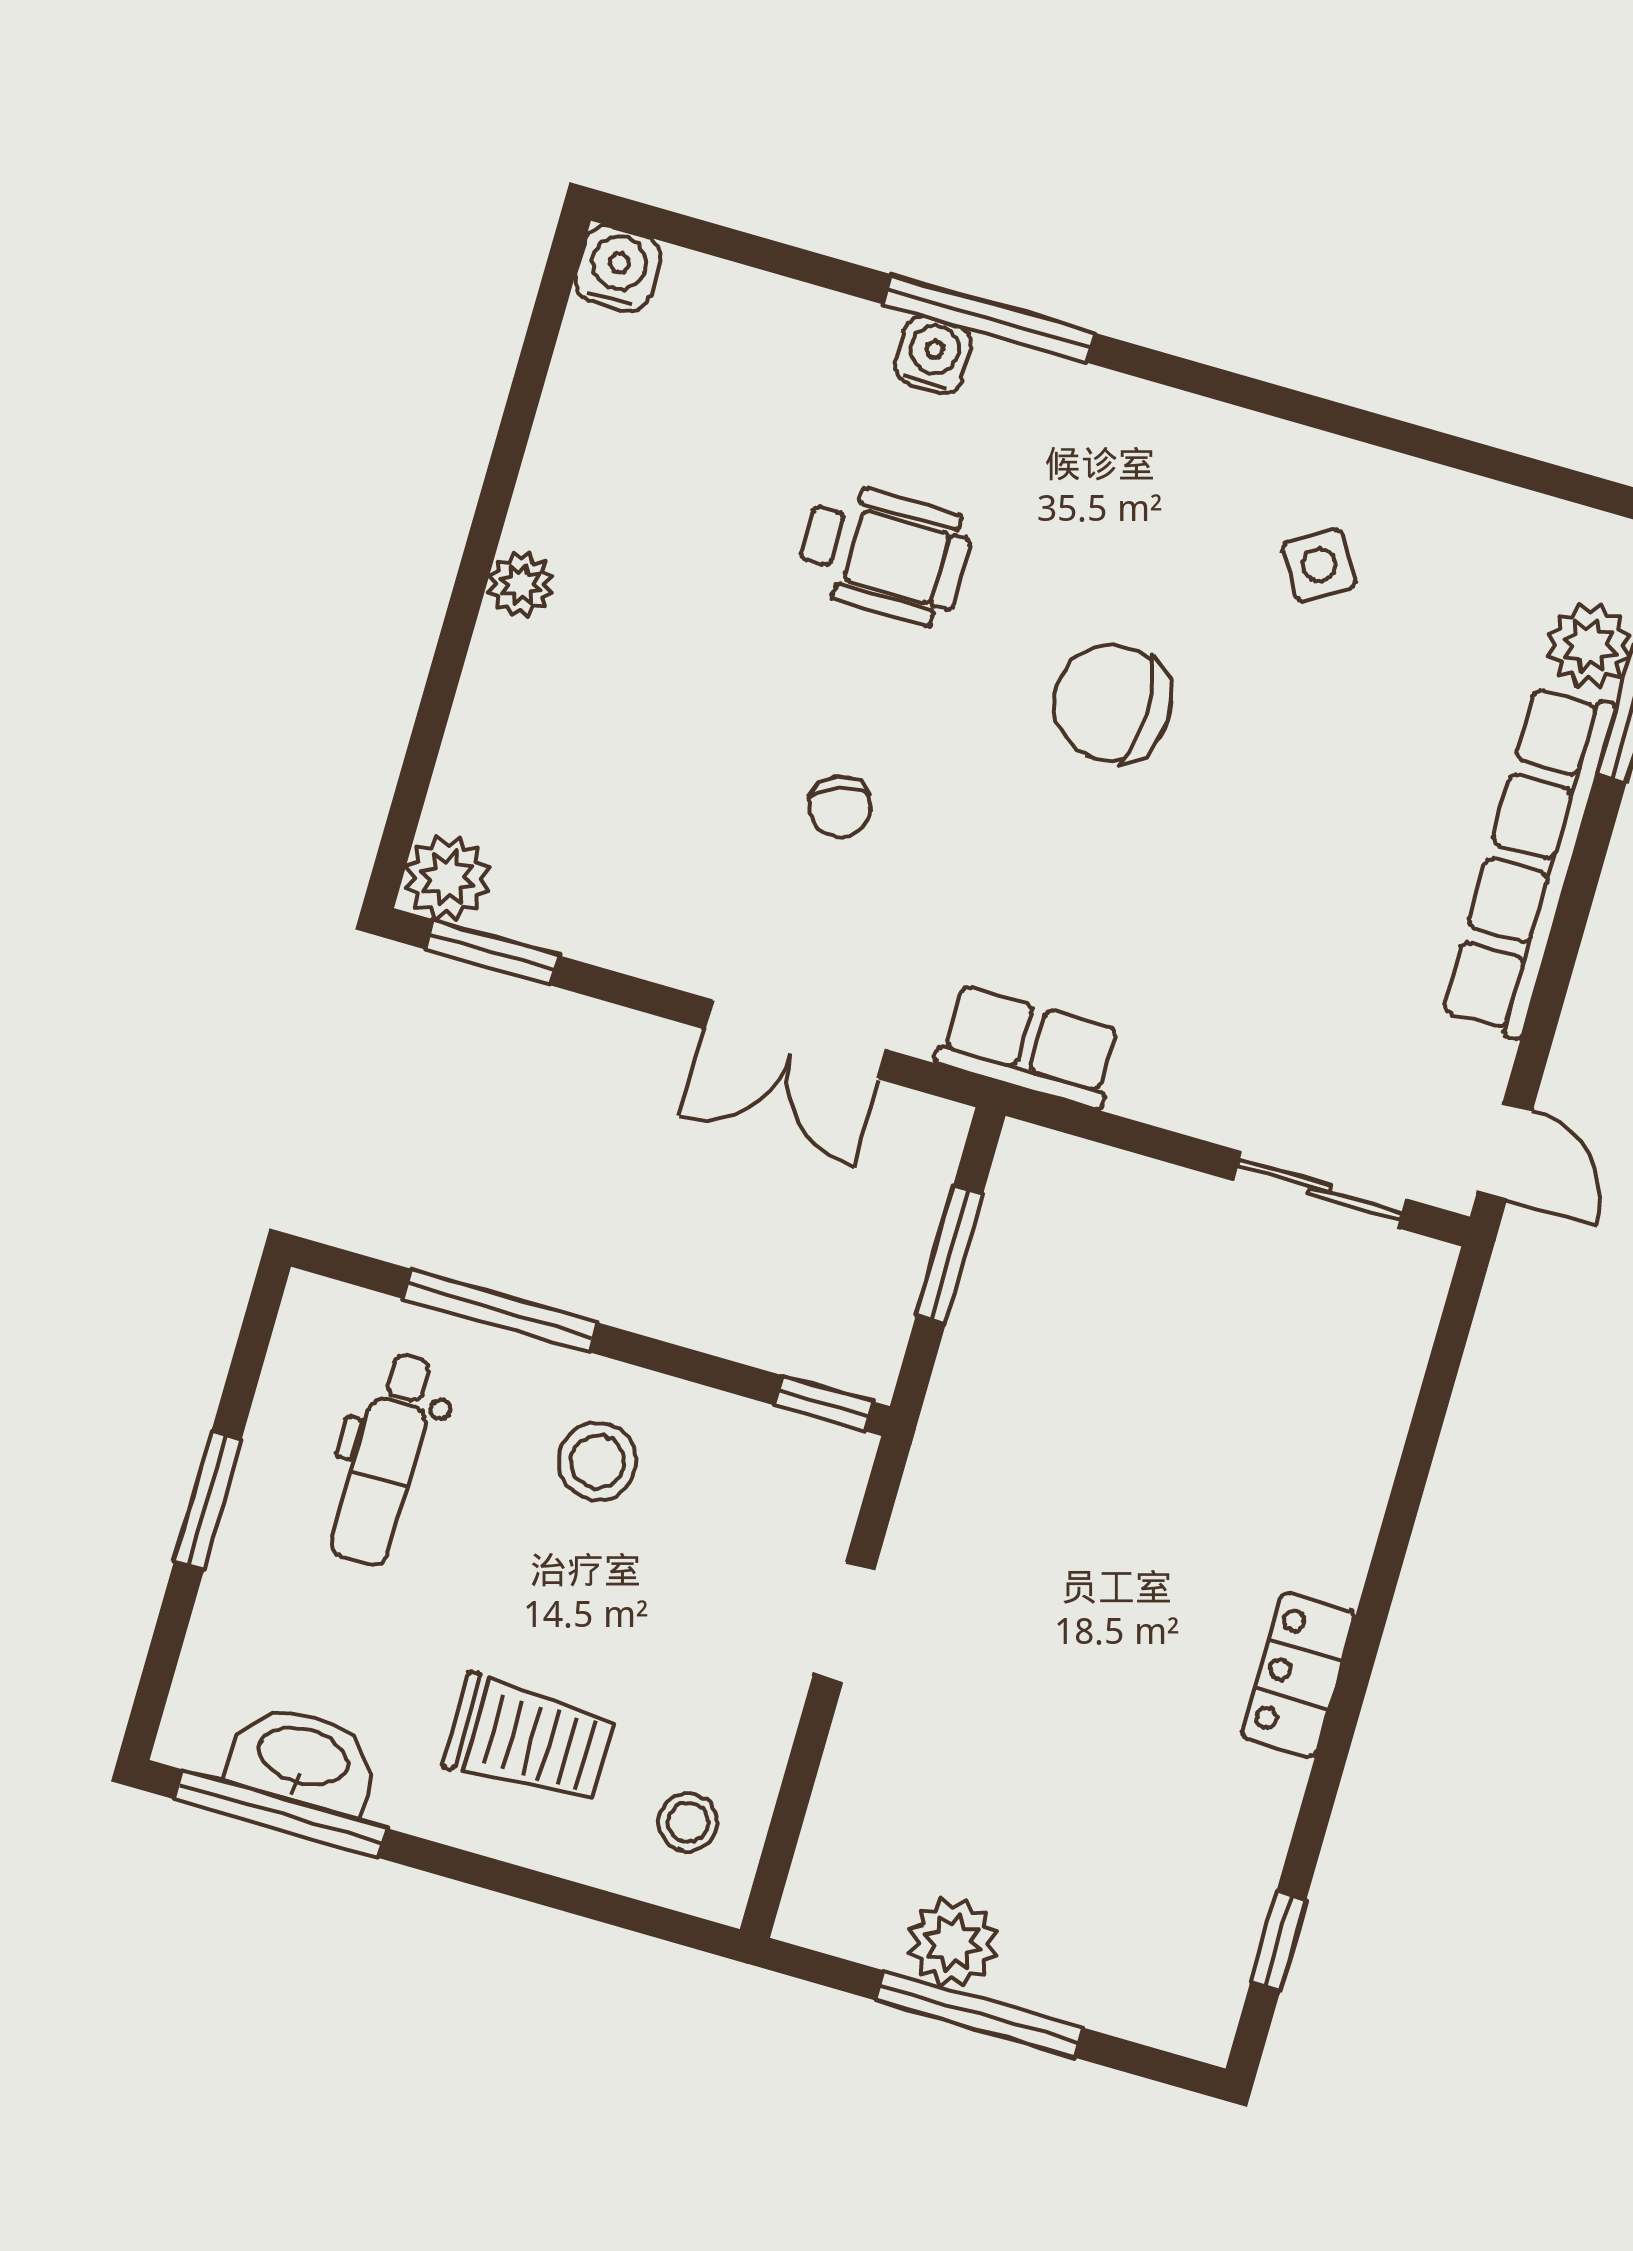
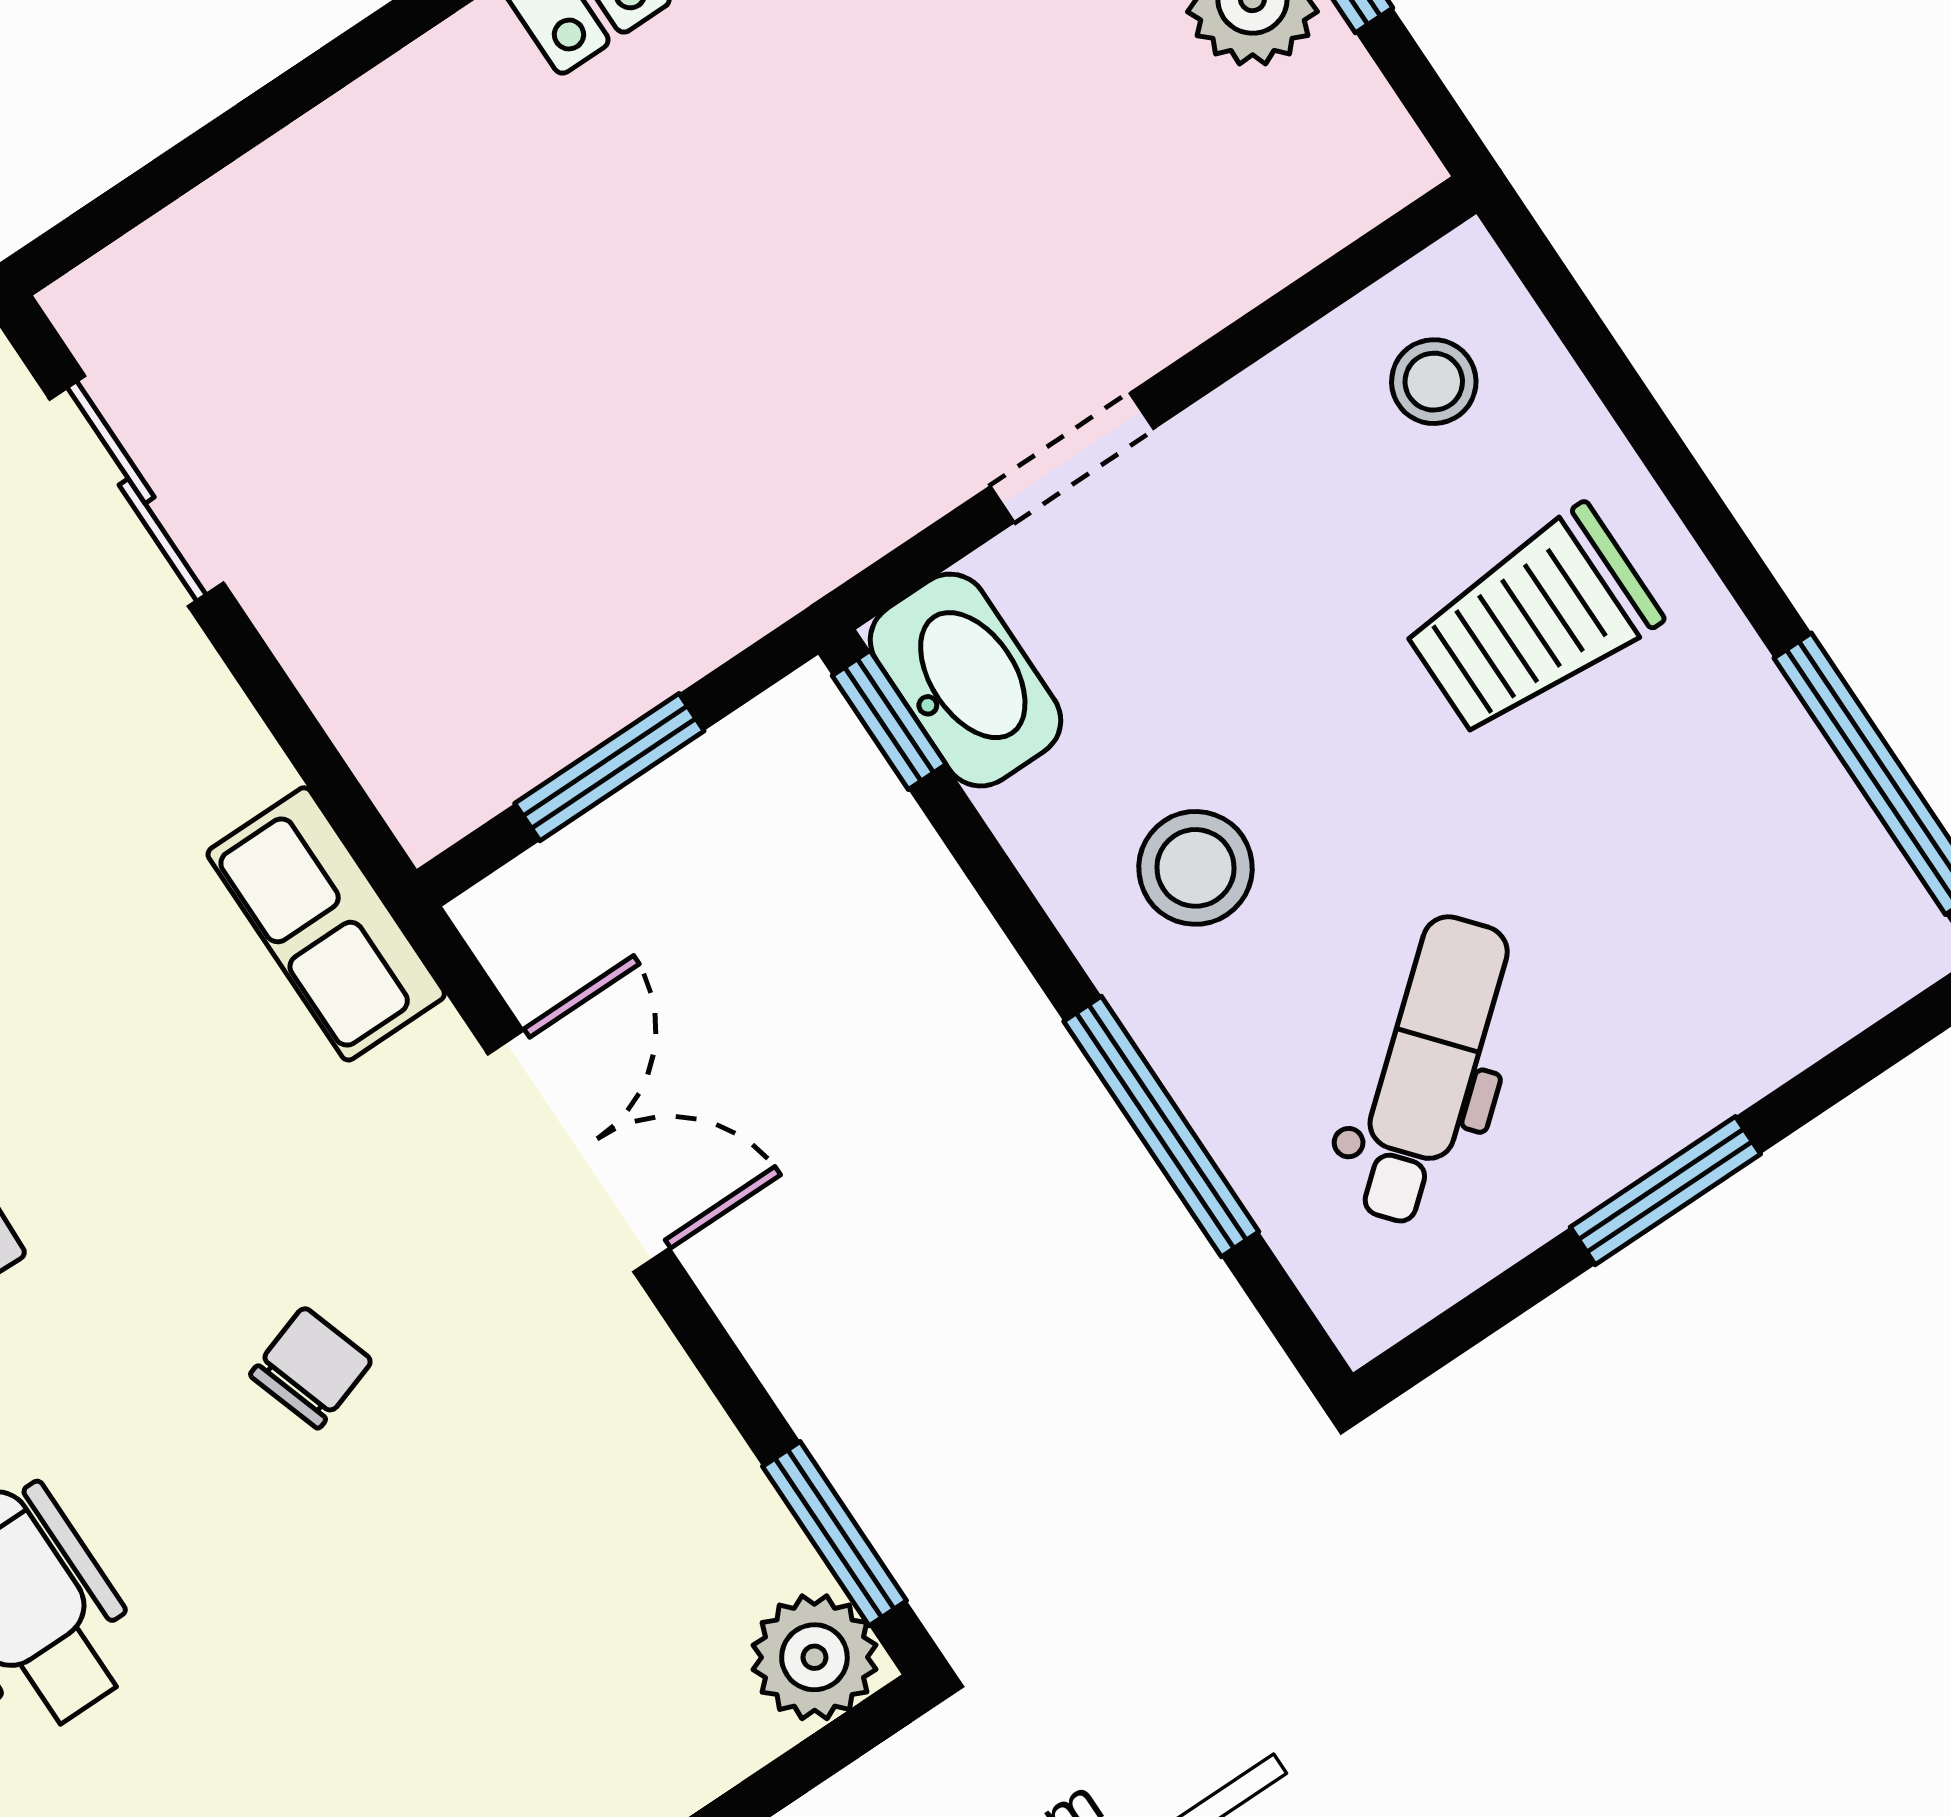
dental chair: (385, 1459) -> (1429, 1070), turned -40
trolley: (530, 1740) -> (1532, 622), turned -90
washbasin: (302, 1759) -> (966, 680), moved, turned 180

